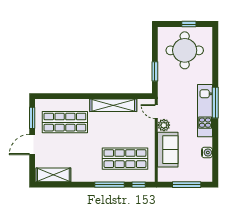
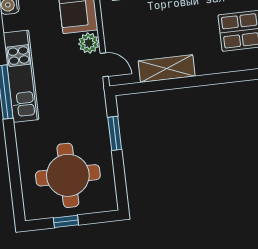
shelving: (113, 105) -> (167, 69), width x0.68

